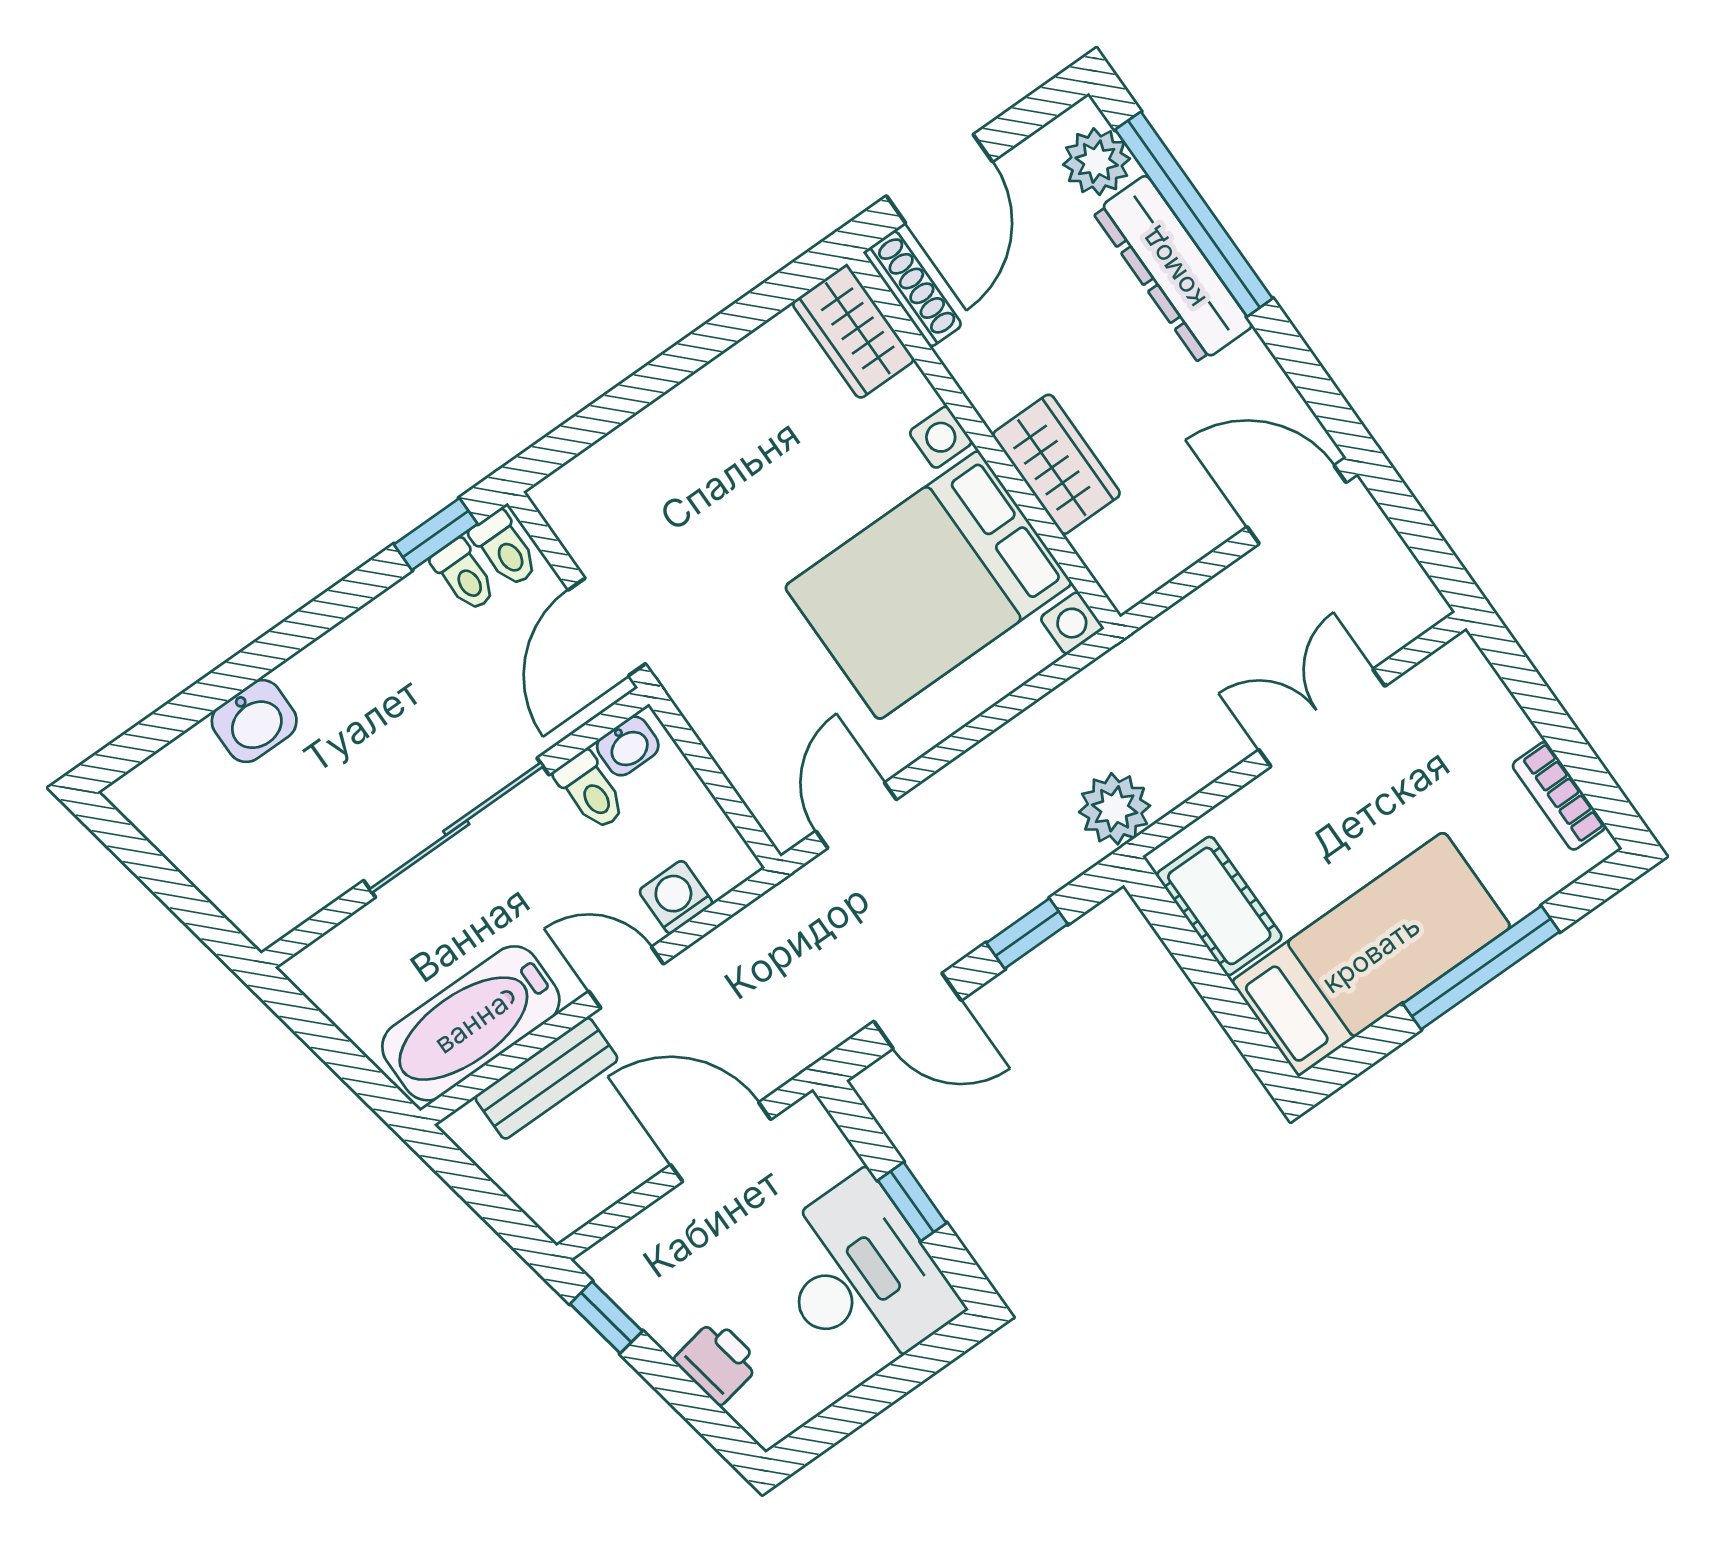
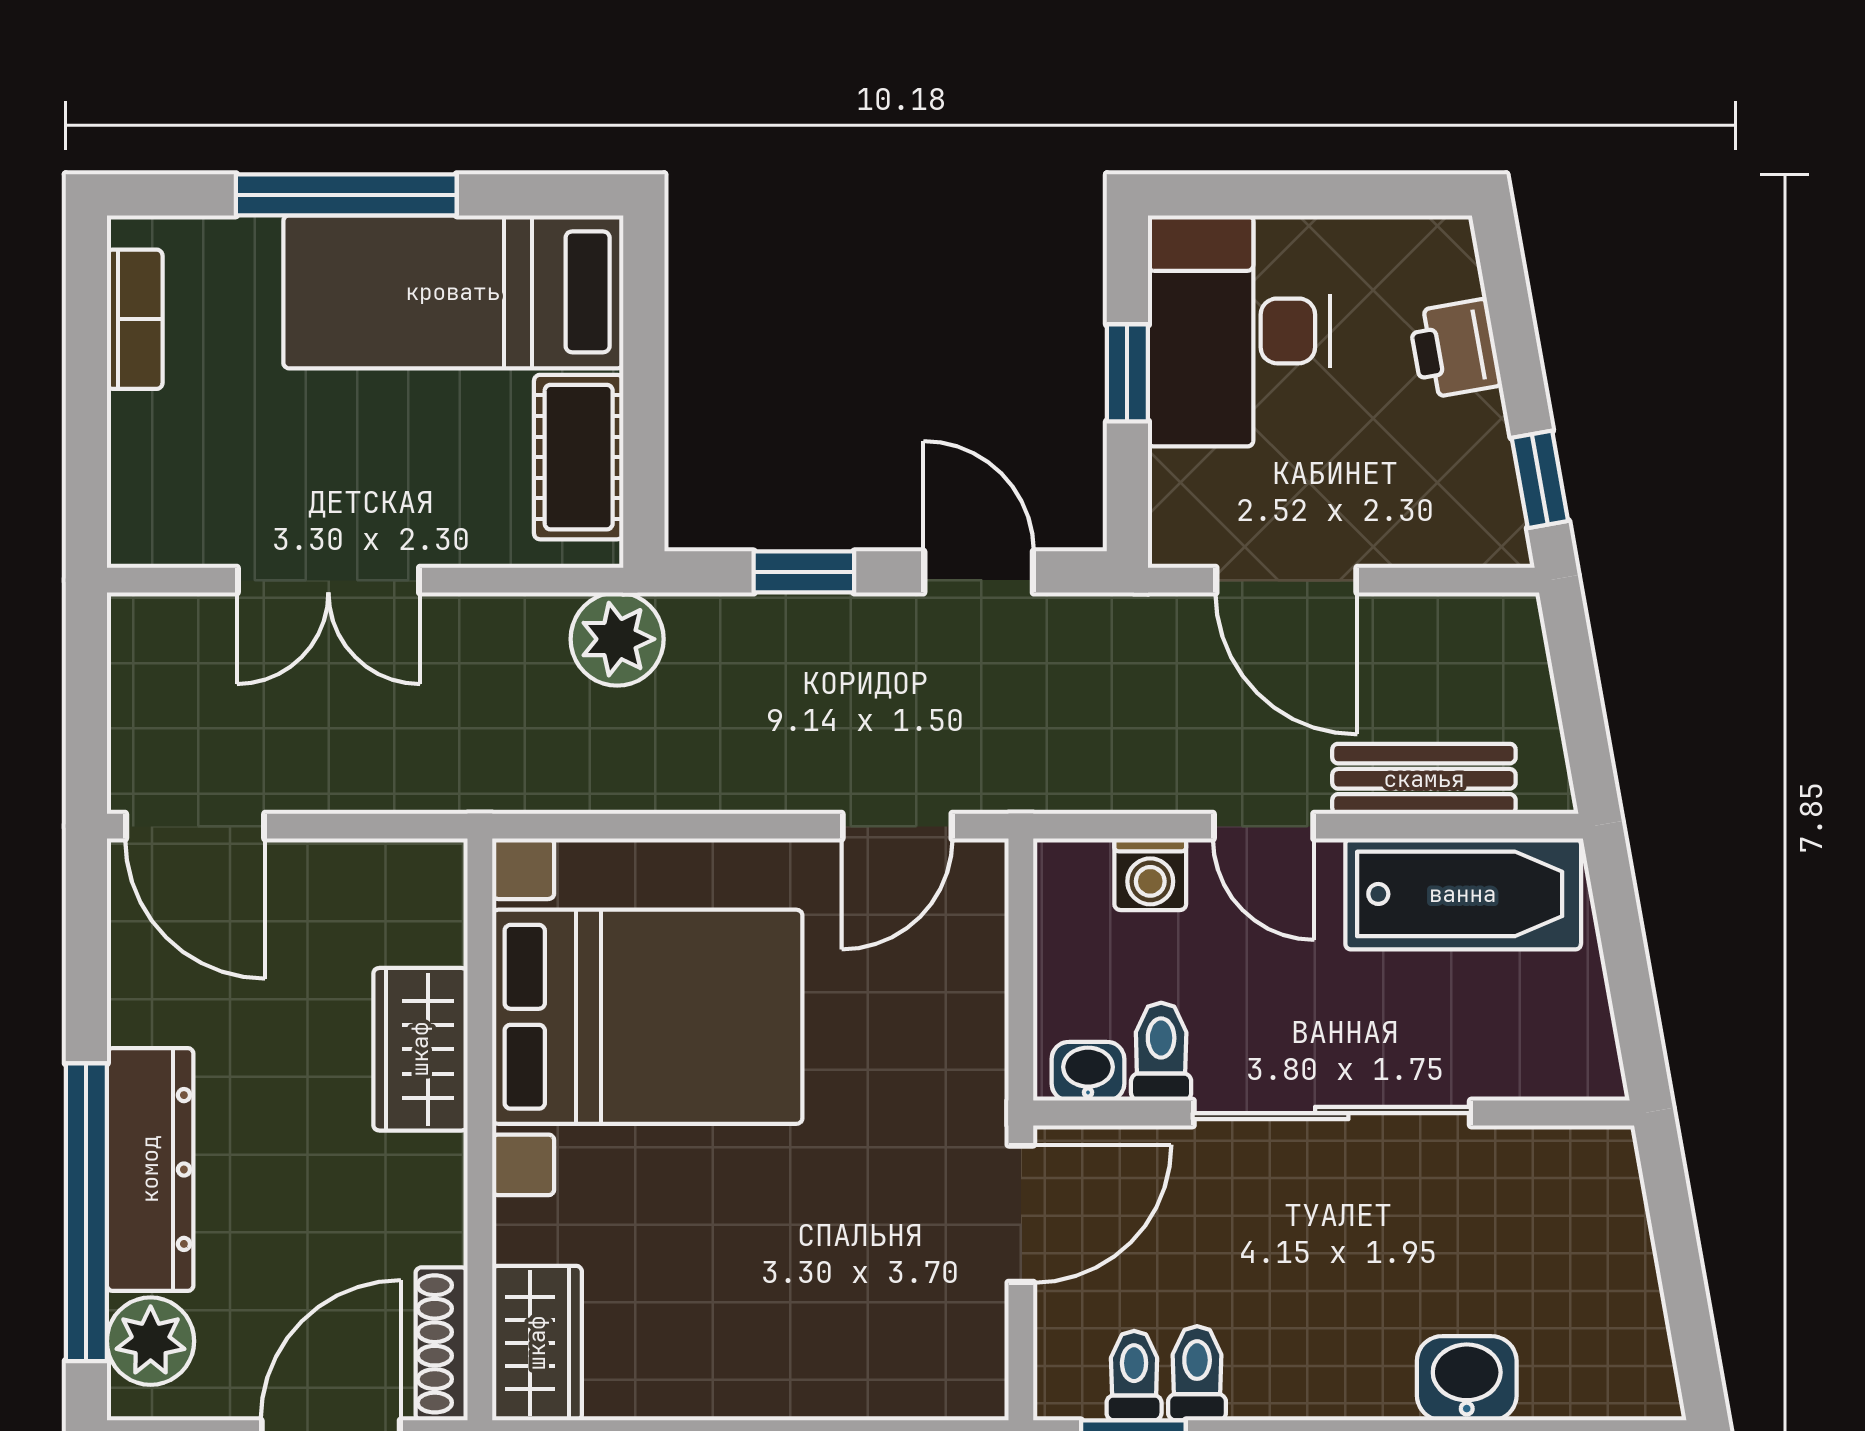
toilet: (505, 549) -> (1197, 1373), moved

